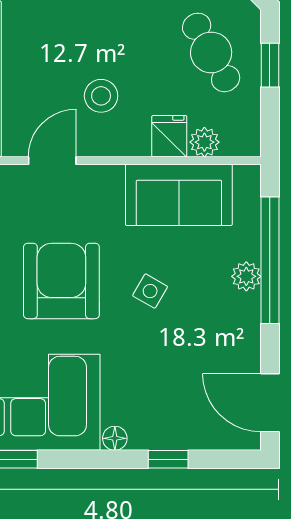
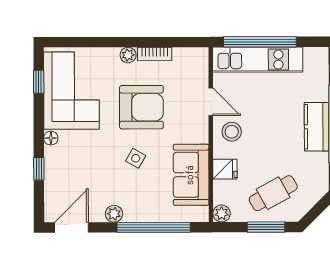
window: (270, 65) -> (266, 227), width x1.50
stool: (101, 96) -> (232, 132), moved
plant: (204, 142) -> (222, 213), moved
plant: (246, 276) -> (114, 214), moved

